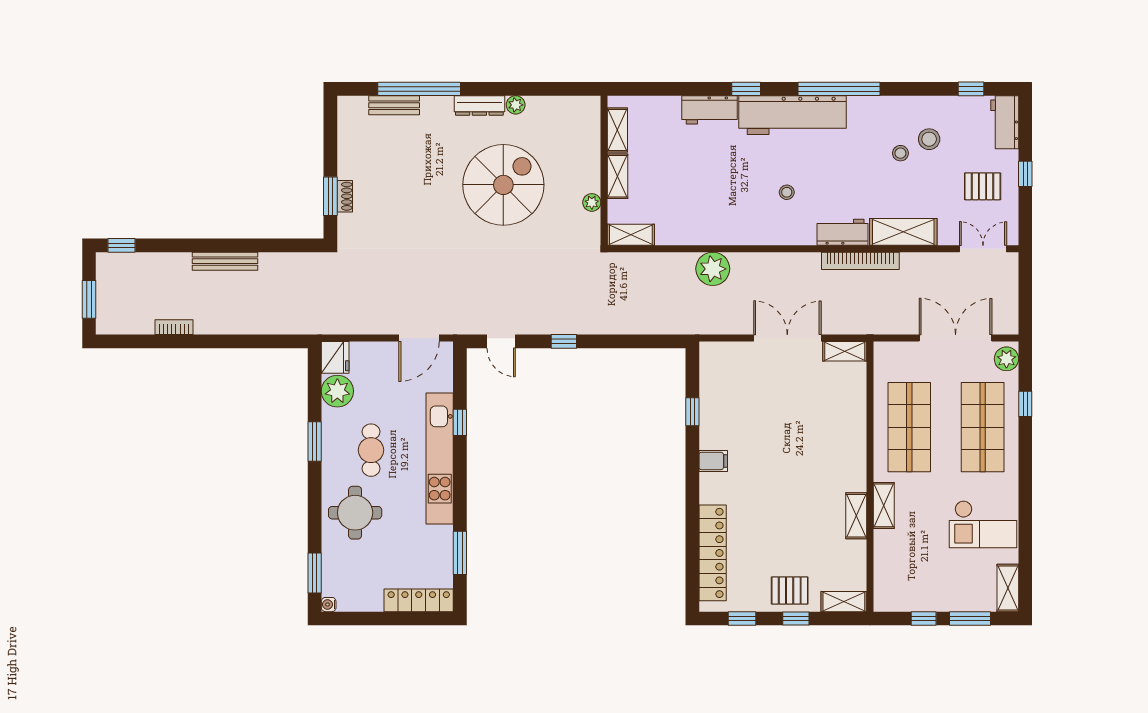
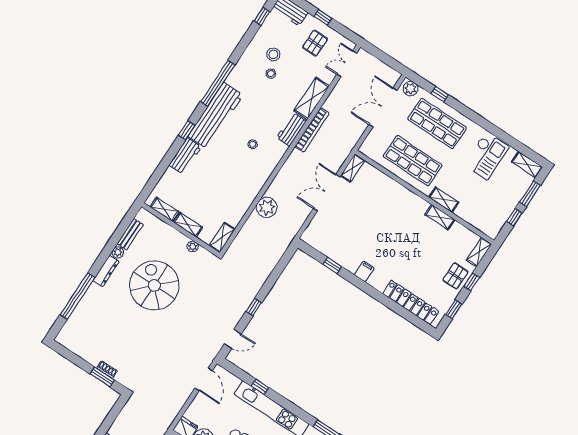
bench: (394, 105) -> (130, 234), moved

